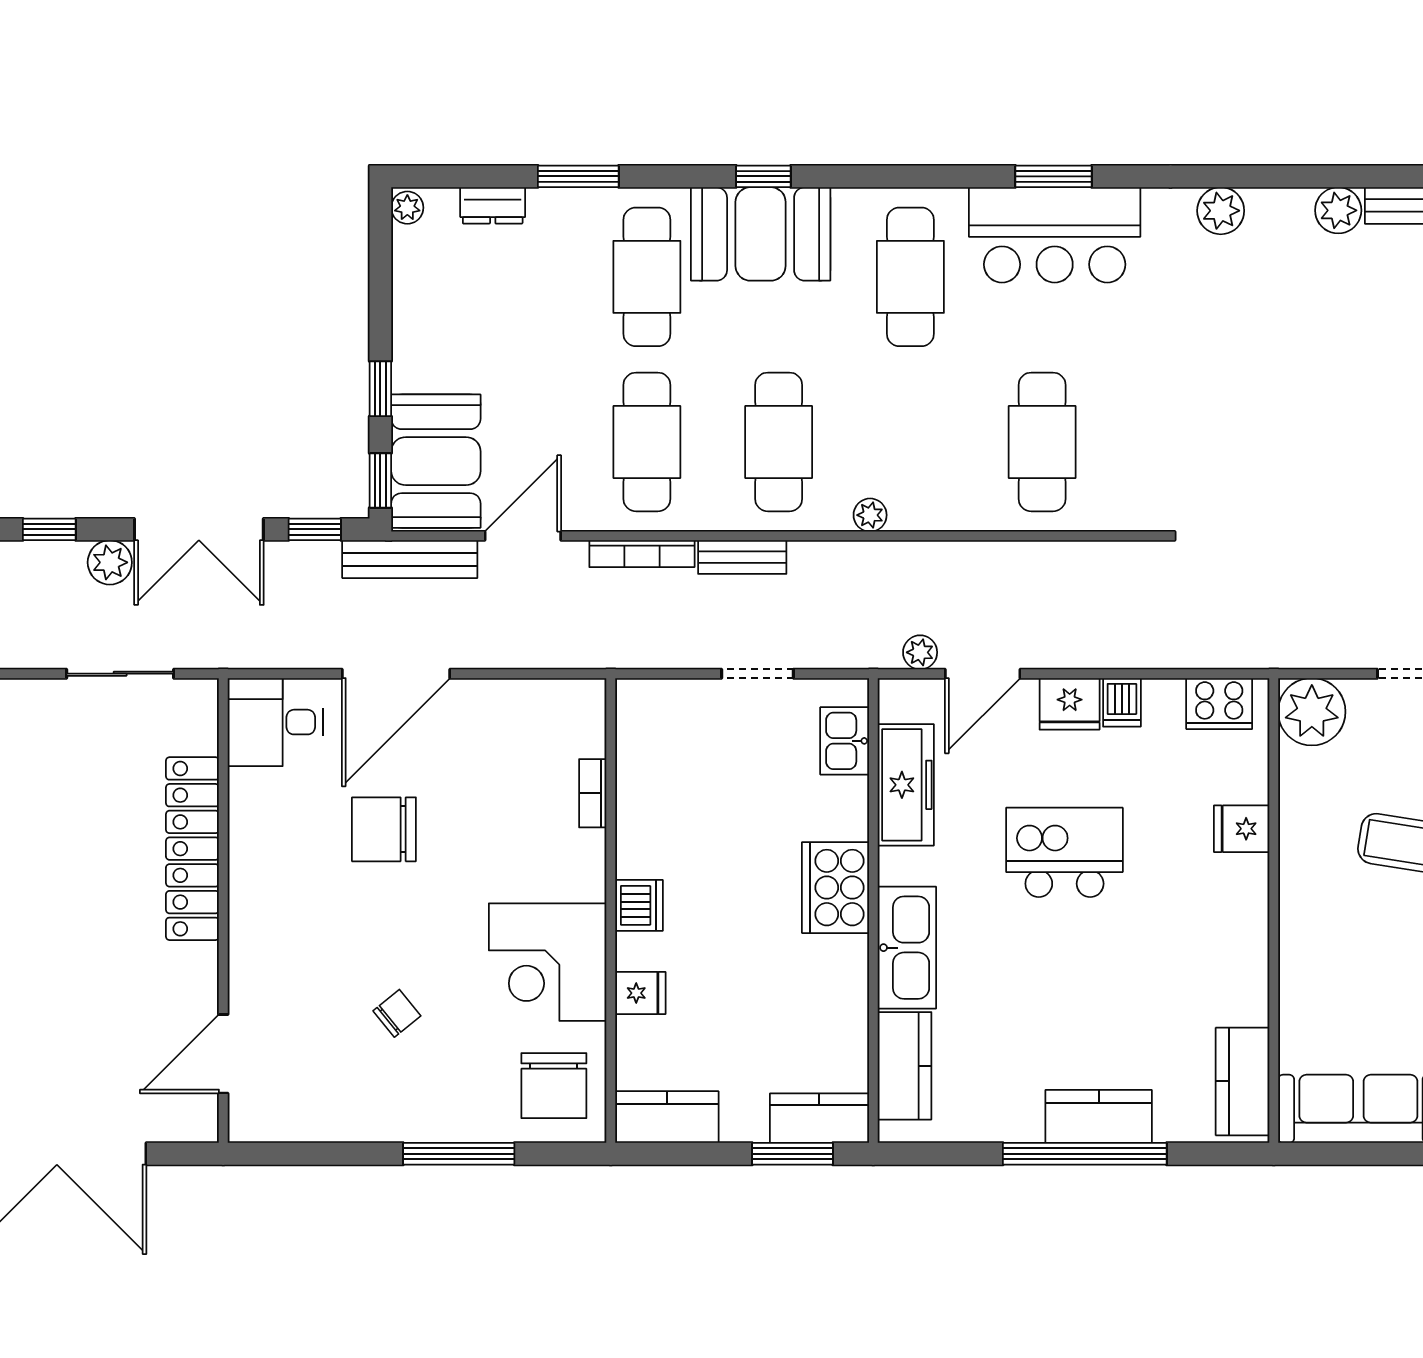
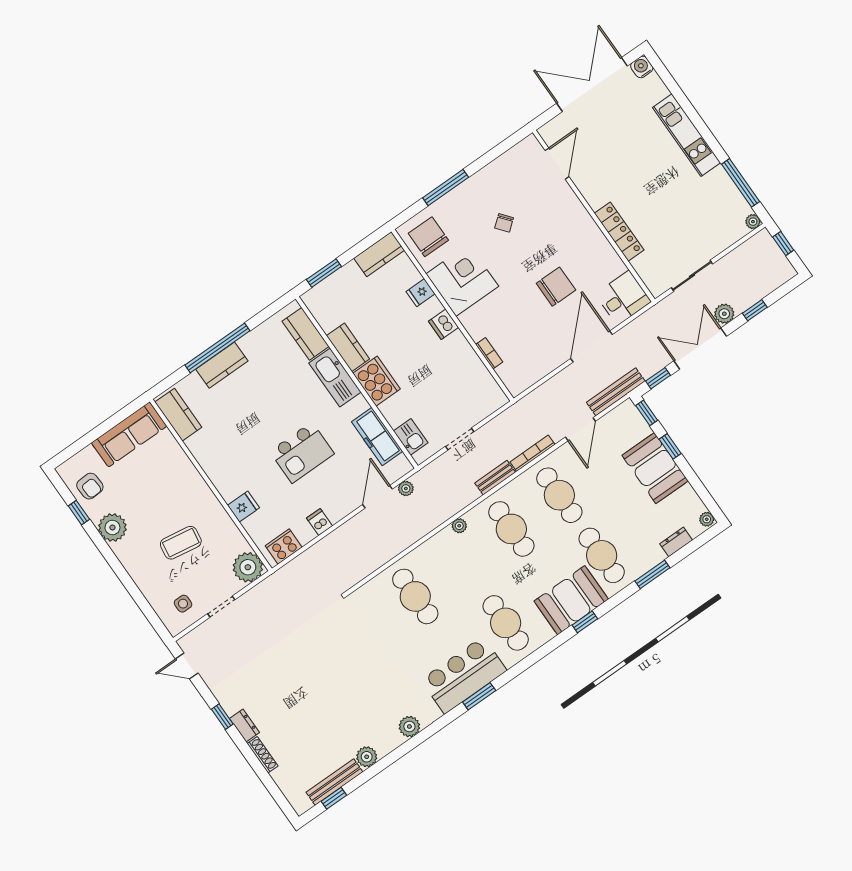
booth: (436, 461) -> (655, 468), moved
fridge: (1070, 704) -> (338, 508), removed
locker: (192, 849) -> (619, 232), width x0.71, depth x0.83
kitchen counter: (819, 1118) -> (348, 347), moved, turned -90

